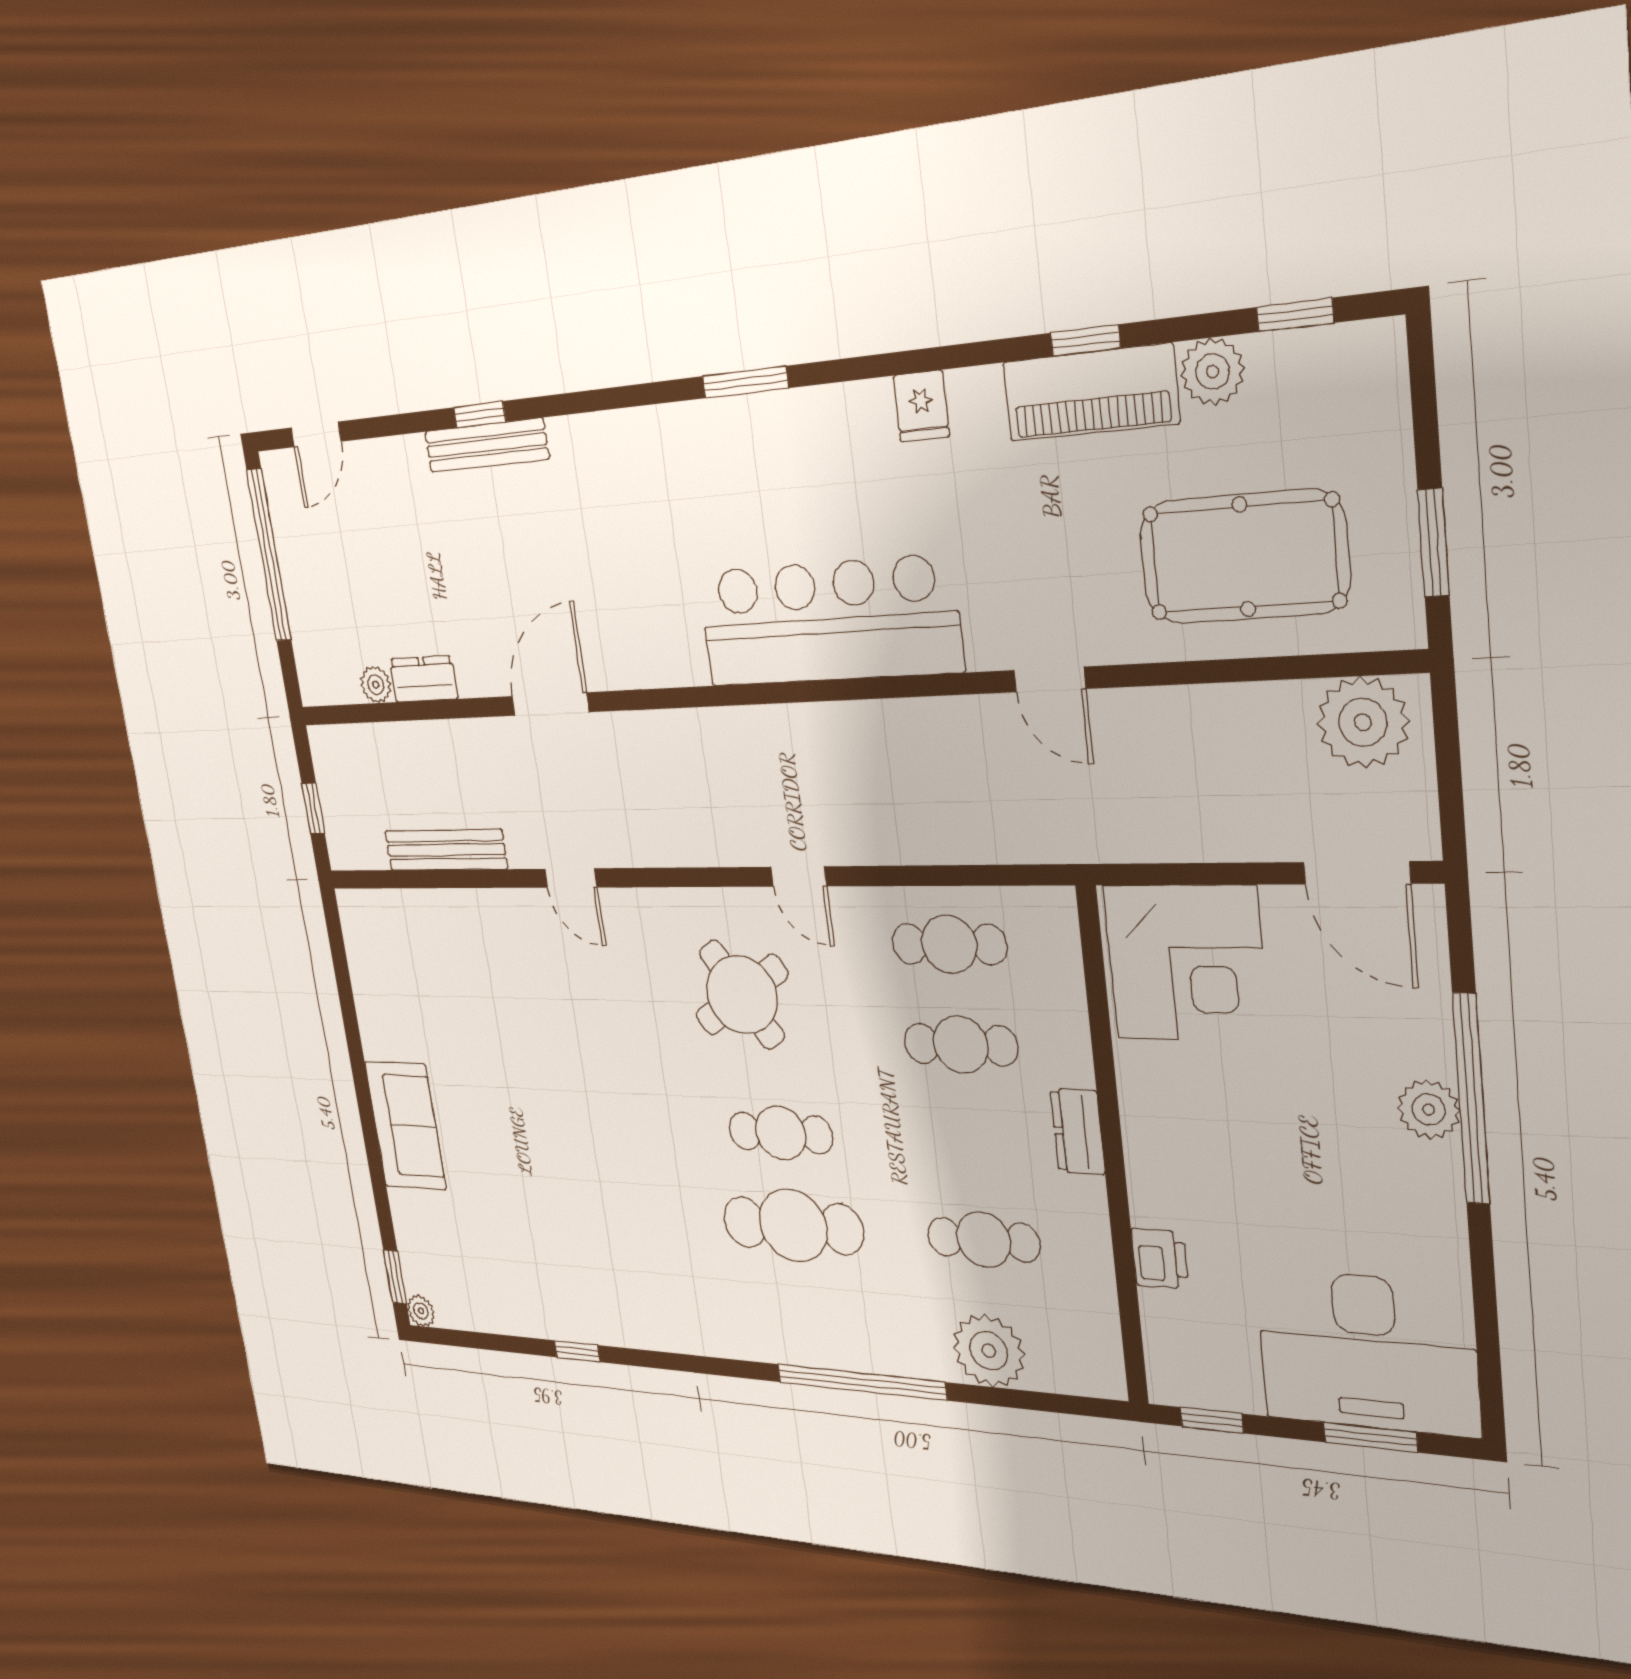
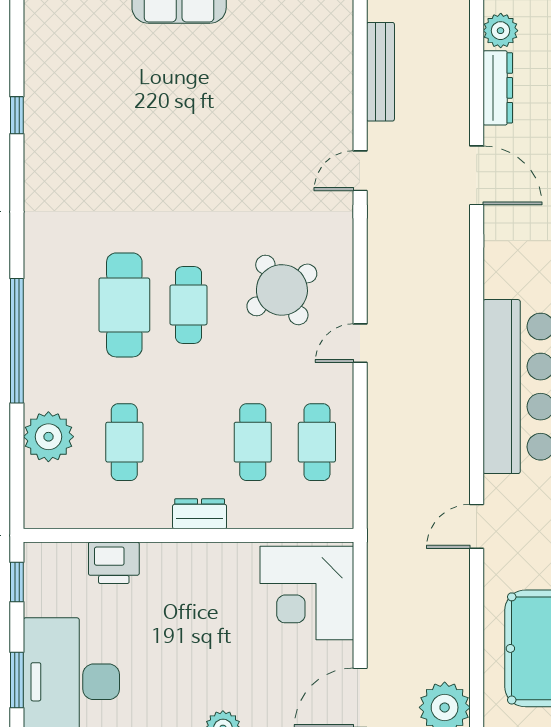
dresser: (424, 679) -> (498, 88), width x1.44
plant: (376, 685) -> (501, 31), width x1.38, depth x1.38
printer: (1160, 1259) -> (114, 563), width x1.36, depth x1.24

